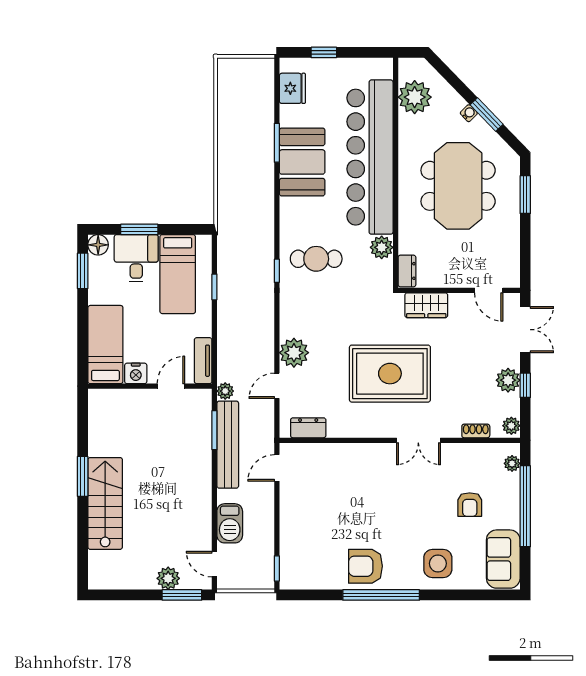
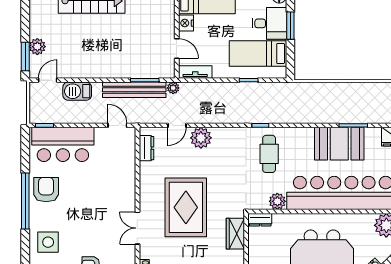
door: (277, 386) -> (177, 125), swing flipped
bar counter: (303, 543) -> (63, 144), added

